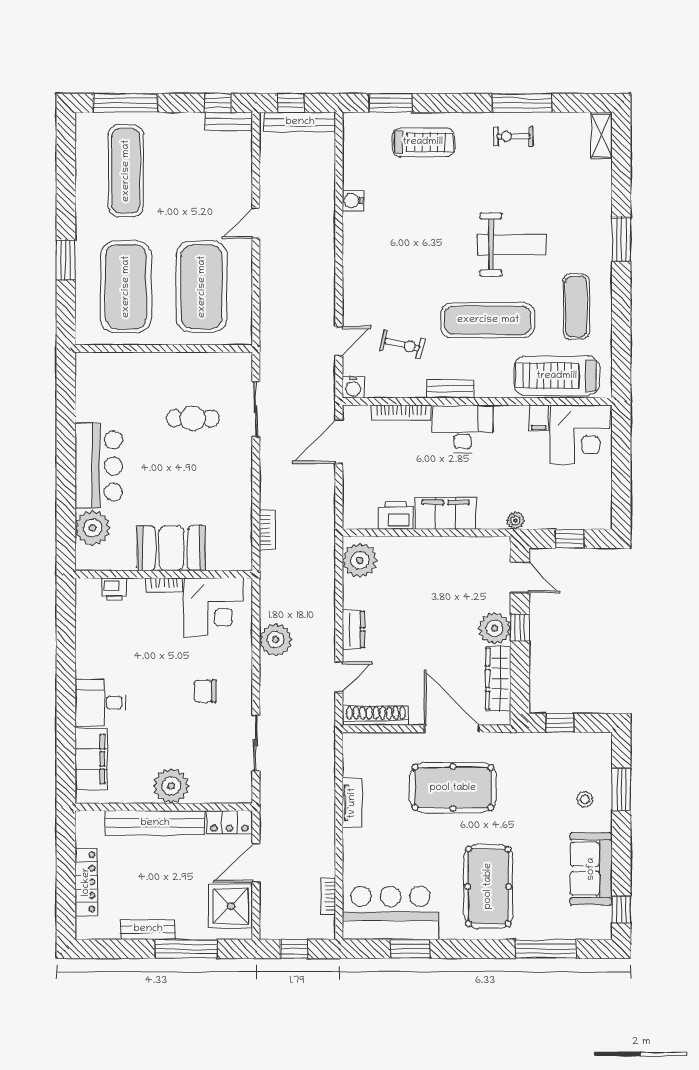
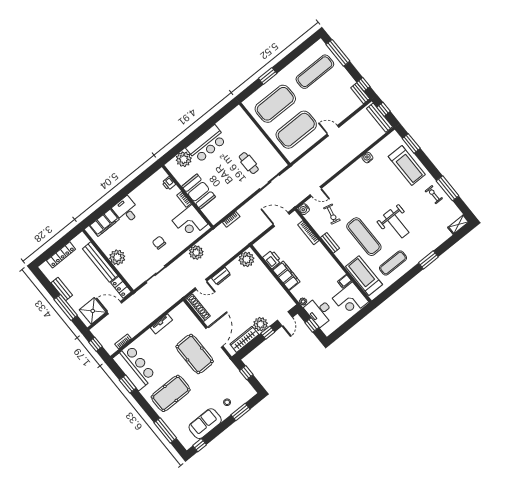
treadmill: (423, 142) -> (407, 166), width x1.37, depth x1.37
desk: (463, 429) -> (319, 311), moved, turned 180

